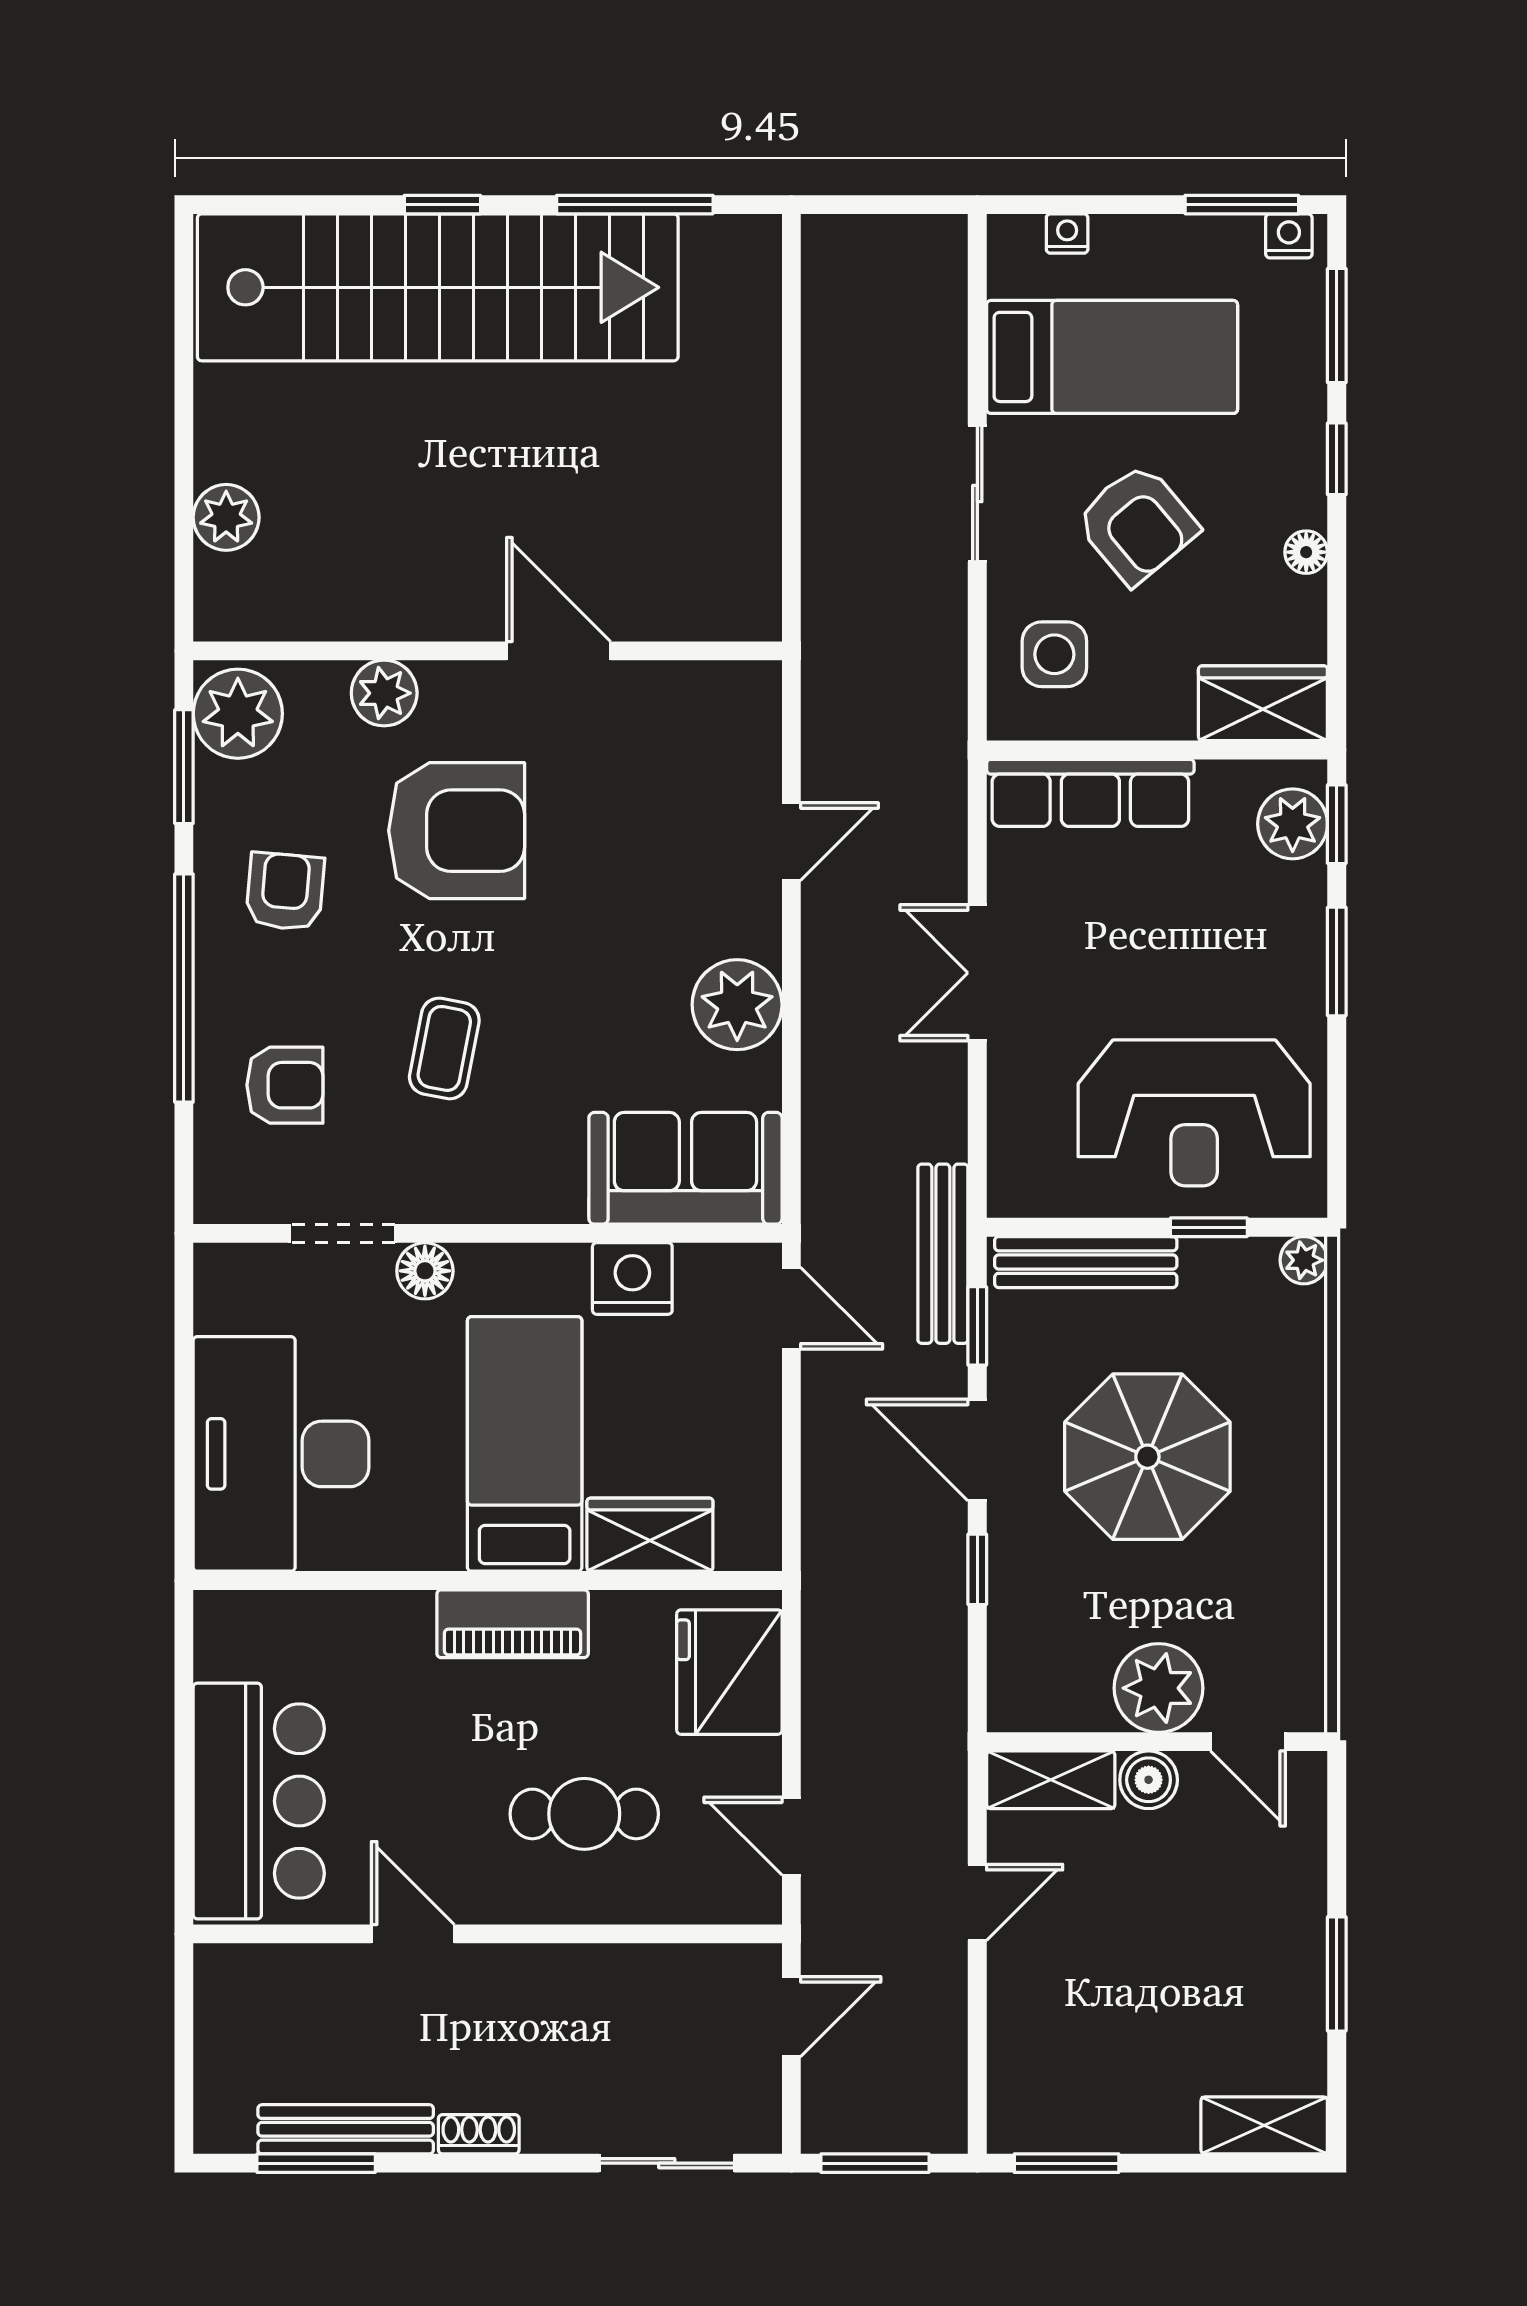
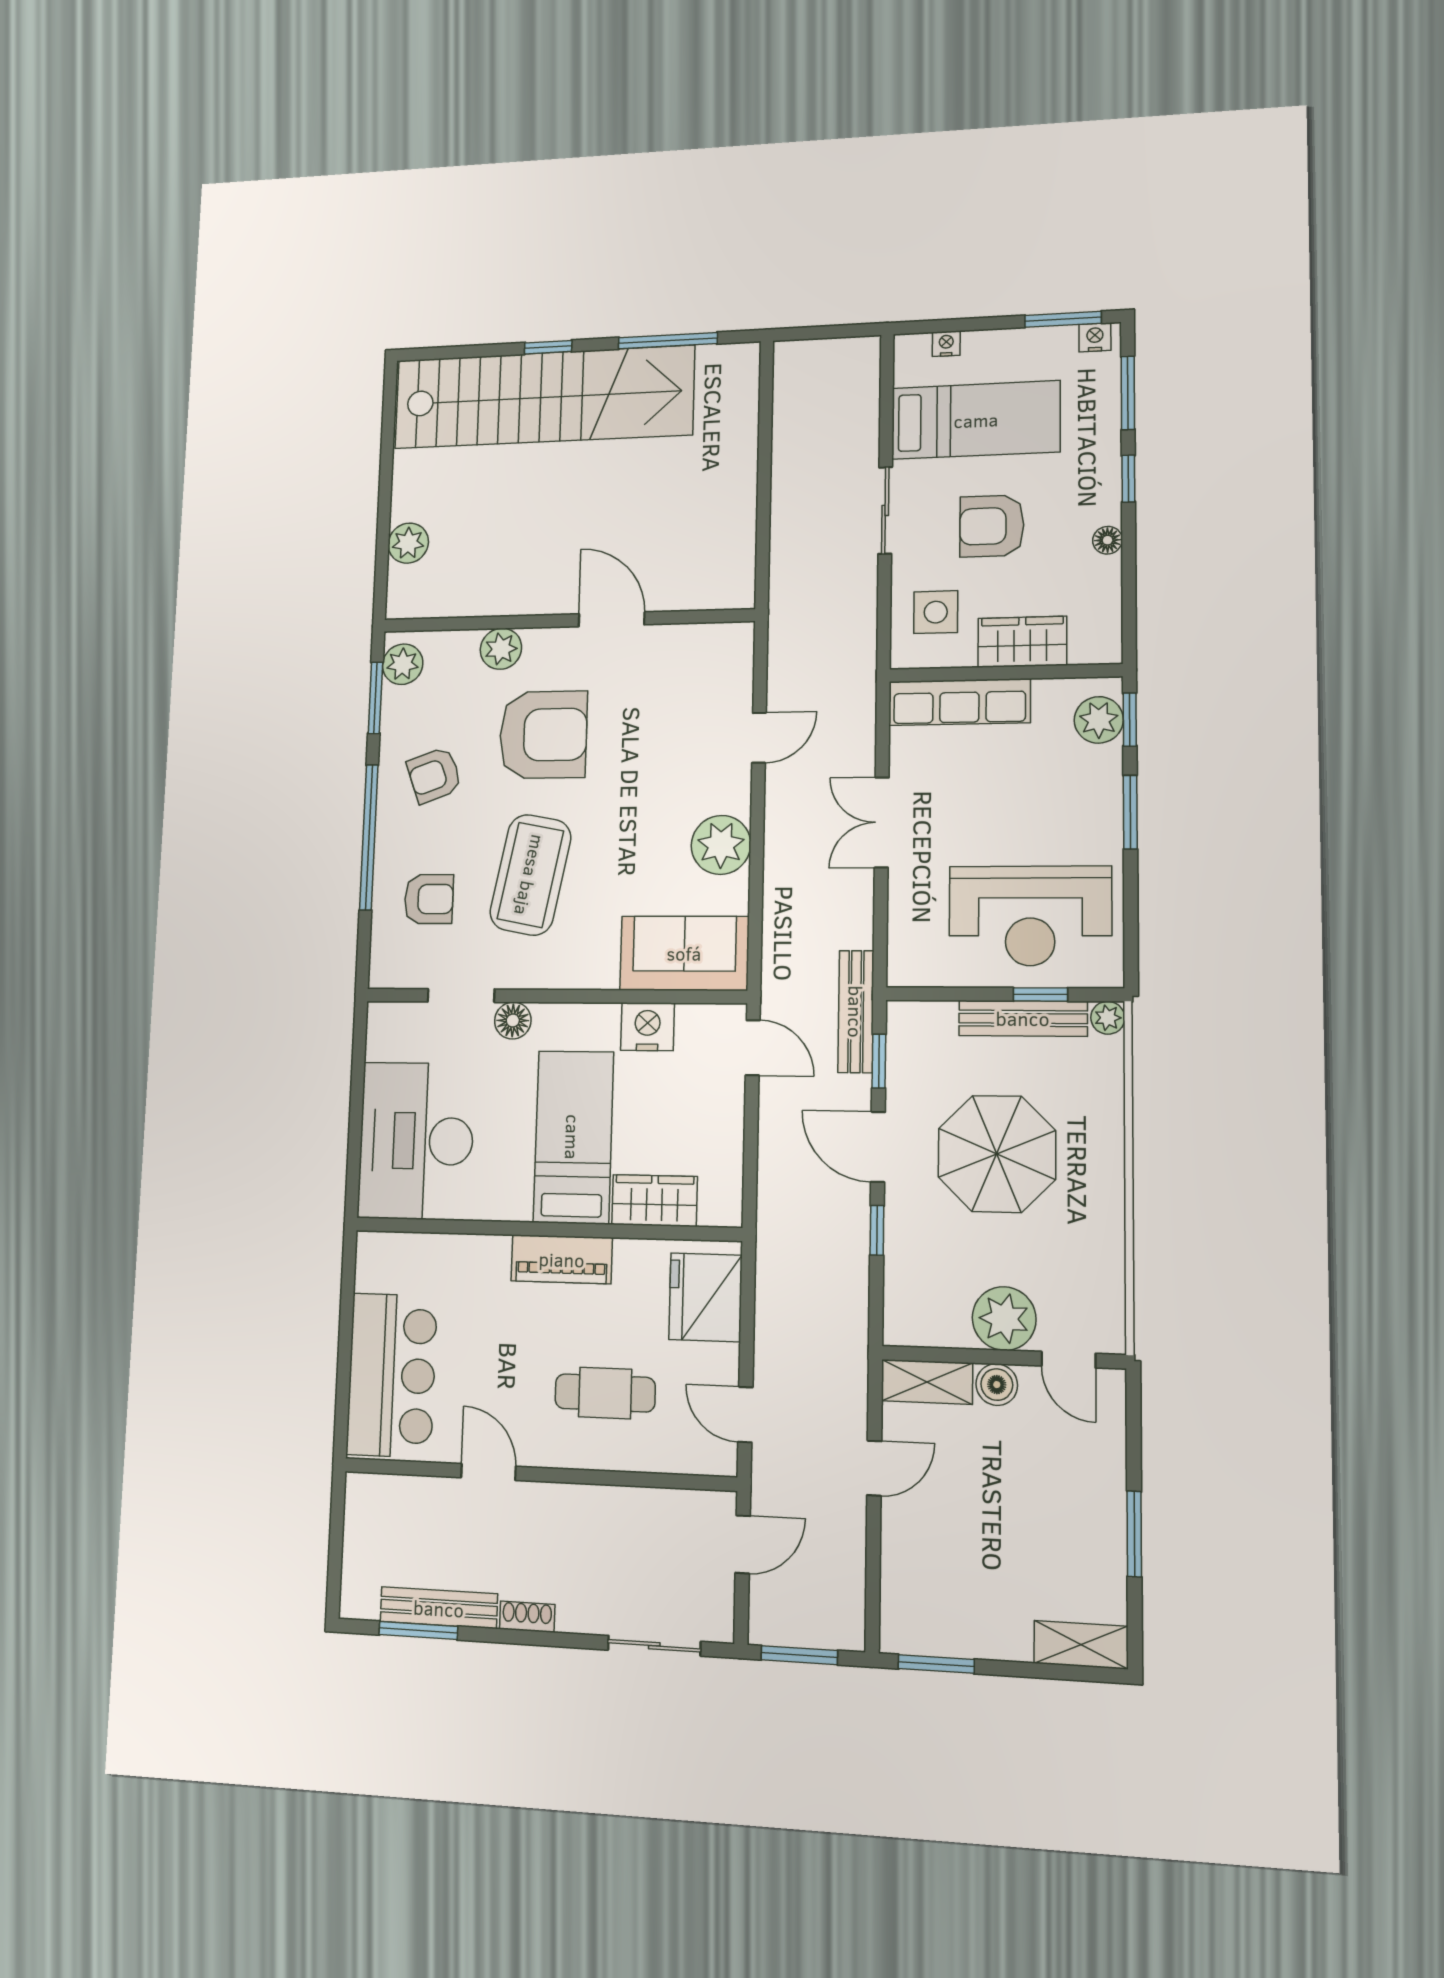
armchair: (1137, 524) -> (992, 526), turned 130
wardrobe: (1263, 703) -> (1022, 642), moved
plant: (238, 714) -> (403, 664), width x0.73, depth x0.73
armchair: (285, 892) -> (434, 775), turned -115
coffee table: (444, 1048) -> (530, 875), width x1.86, depth x1.72
bench: (1086, 1262) -> (1023, 1018), moved

